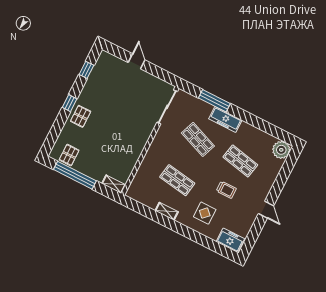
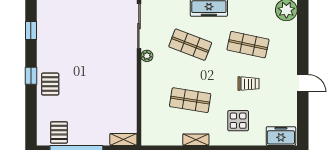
plant: (162, 132) -> (147, 56), added

